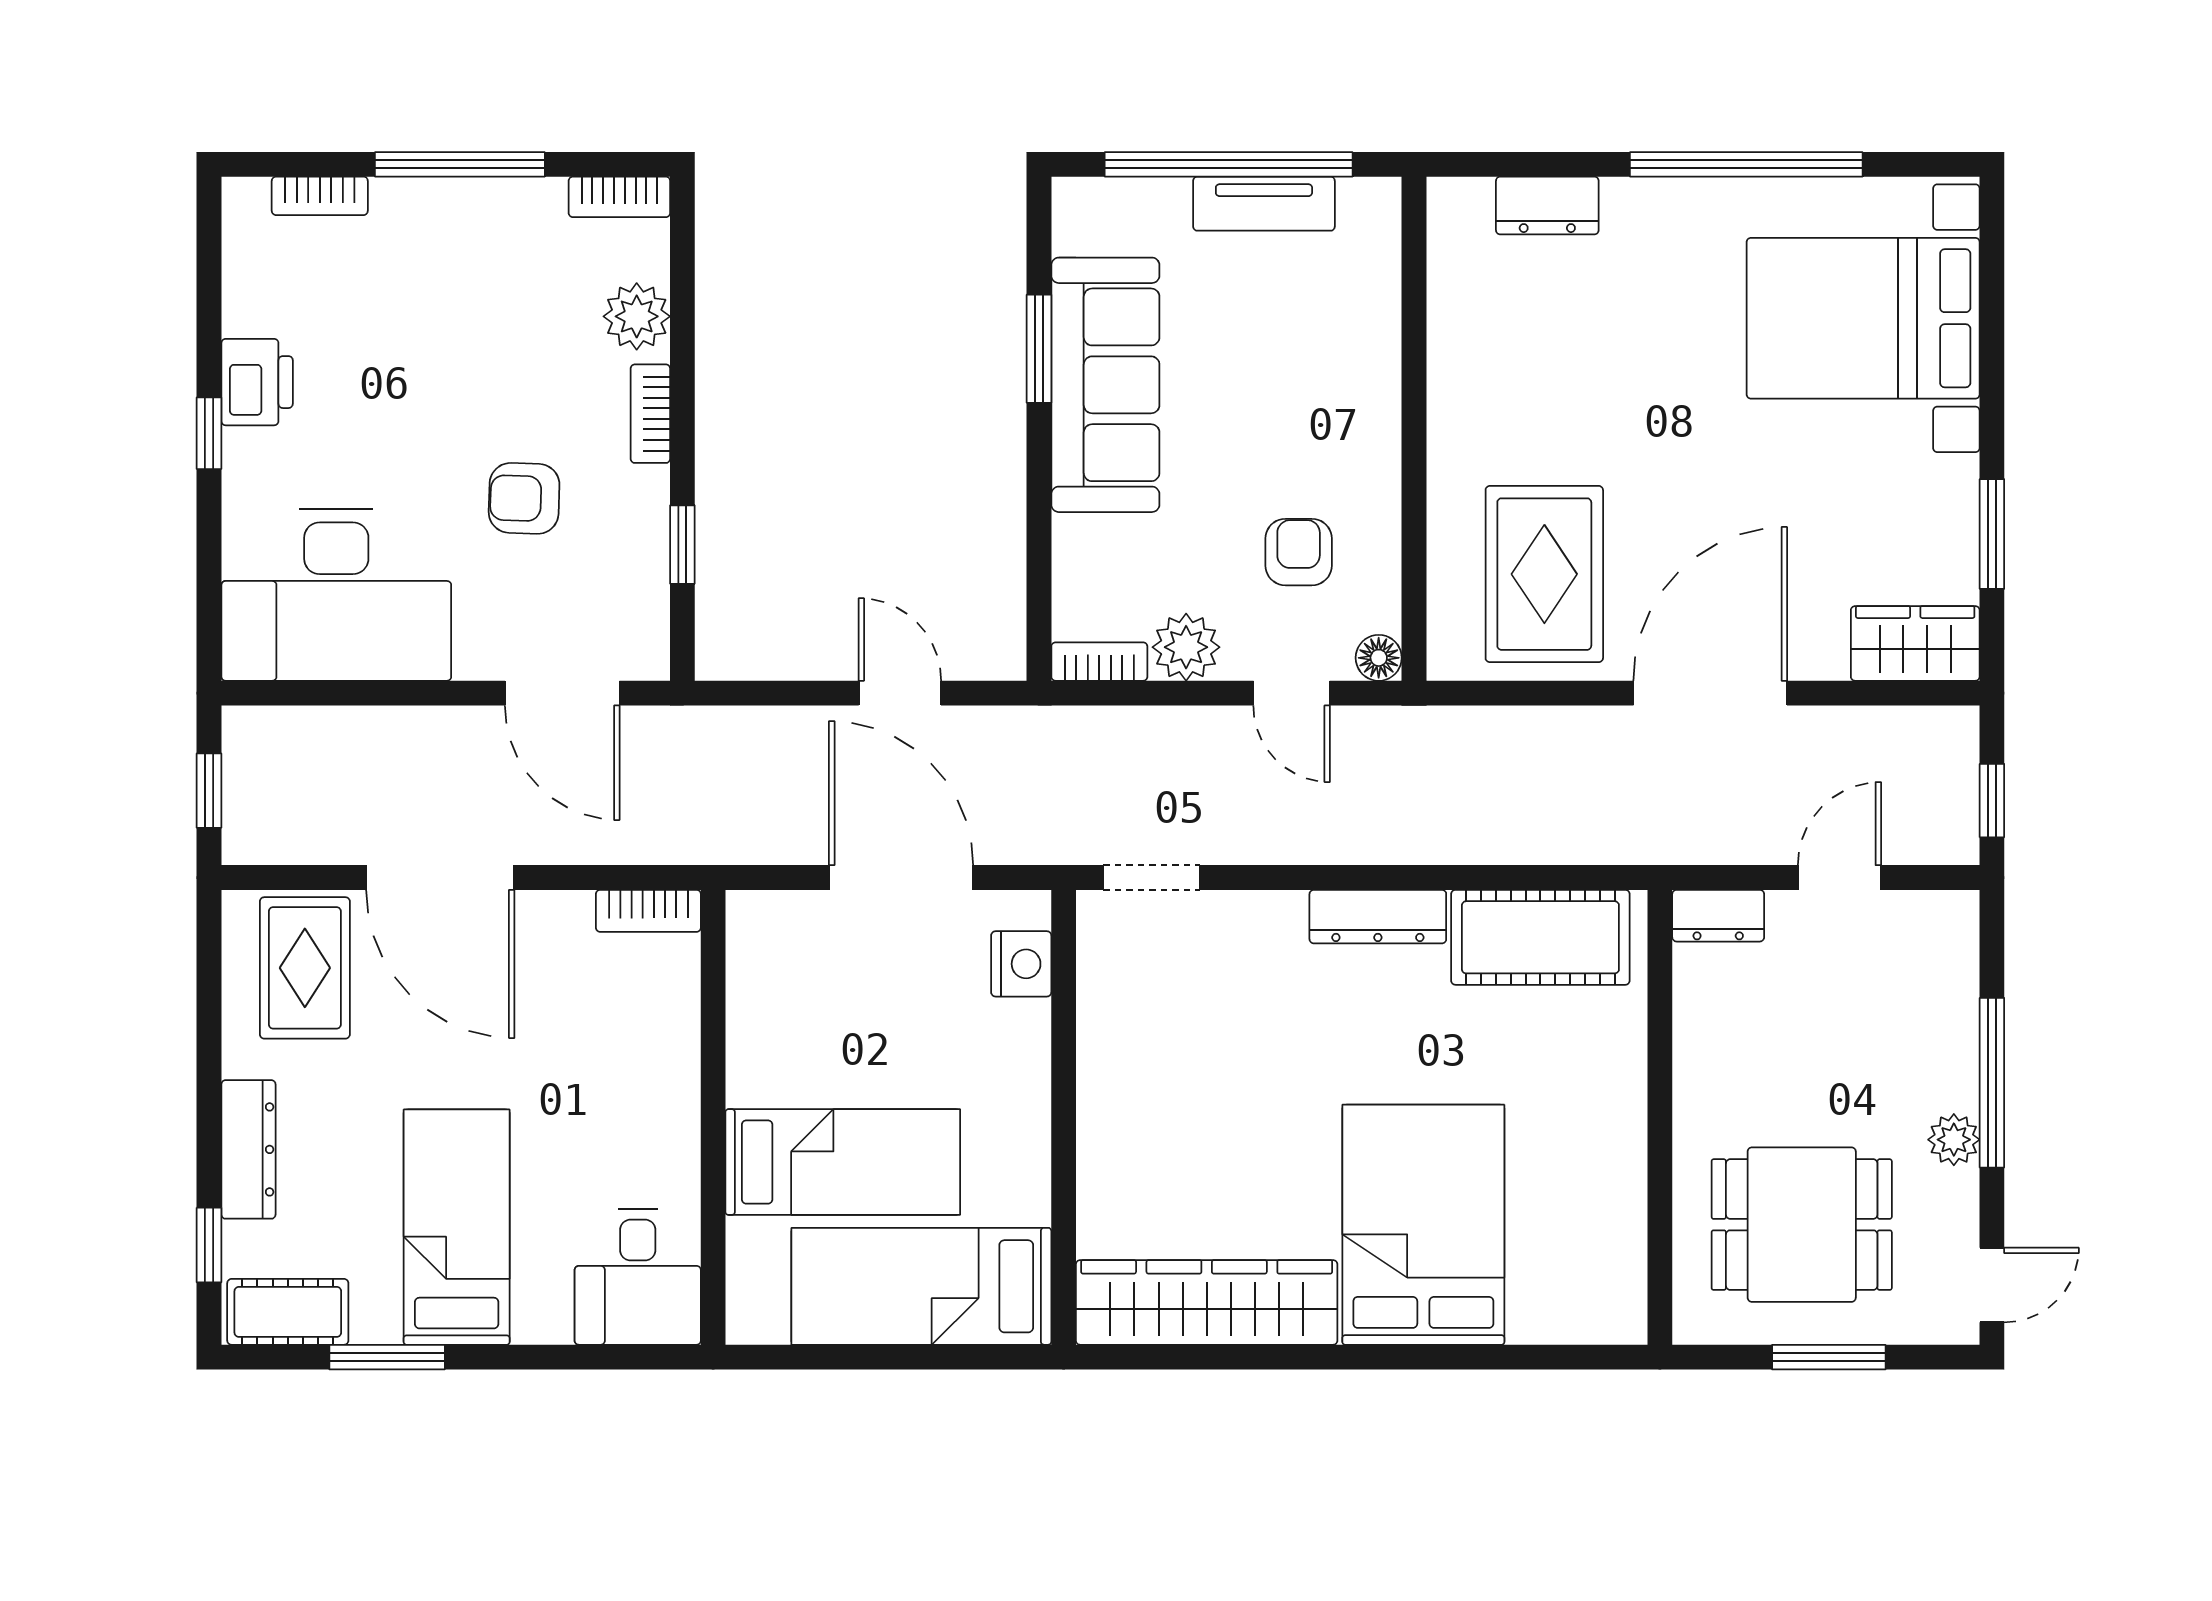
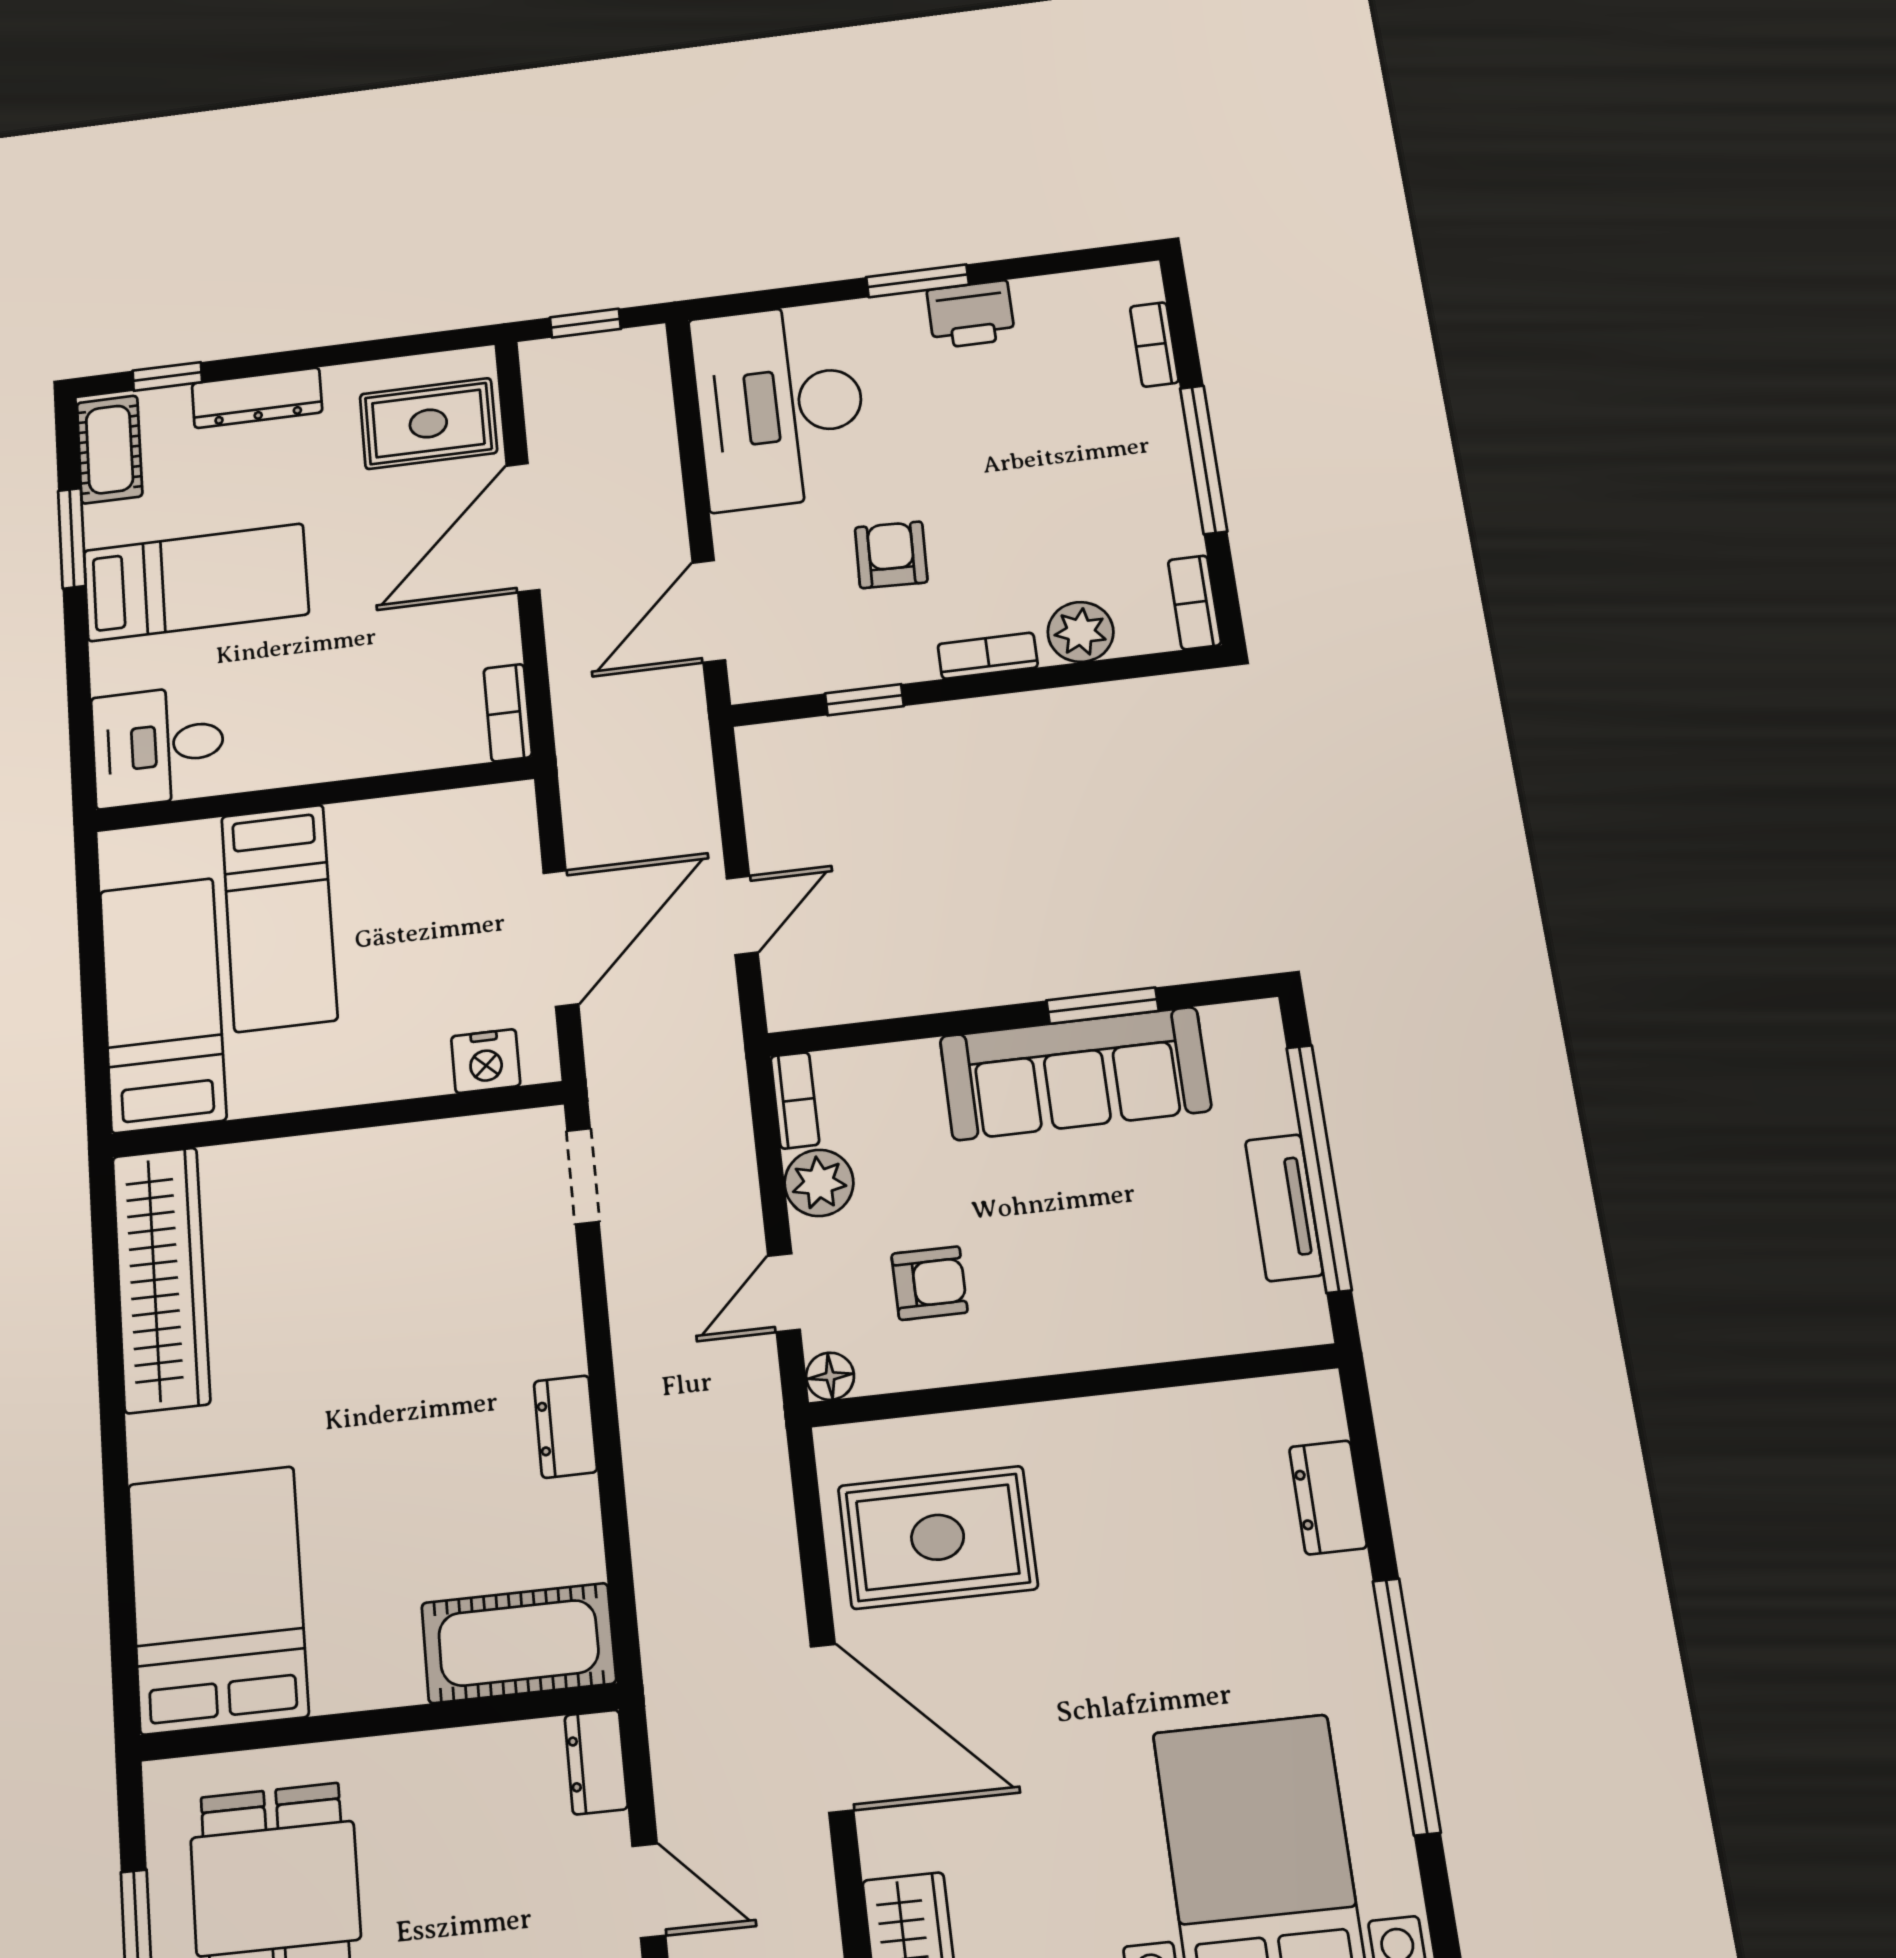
window: (209, 433) -> (917, 281), width x1.50
dresser: (1378, 917) -> (565, 1427), width x0.70
cot: (1540, 937) -> (518, 1643), moved, turned 90
bed: (1423, 1225) -> (218, 1599), moved, turned -90

